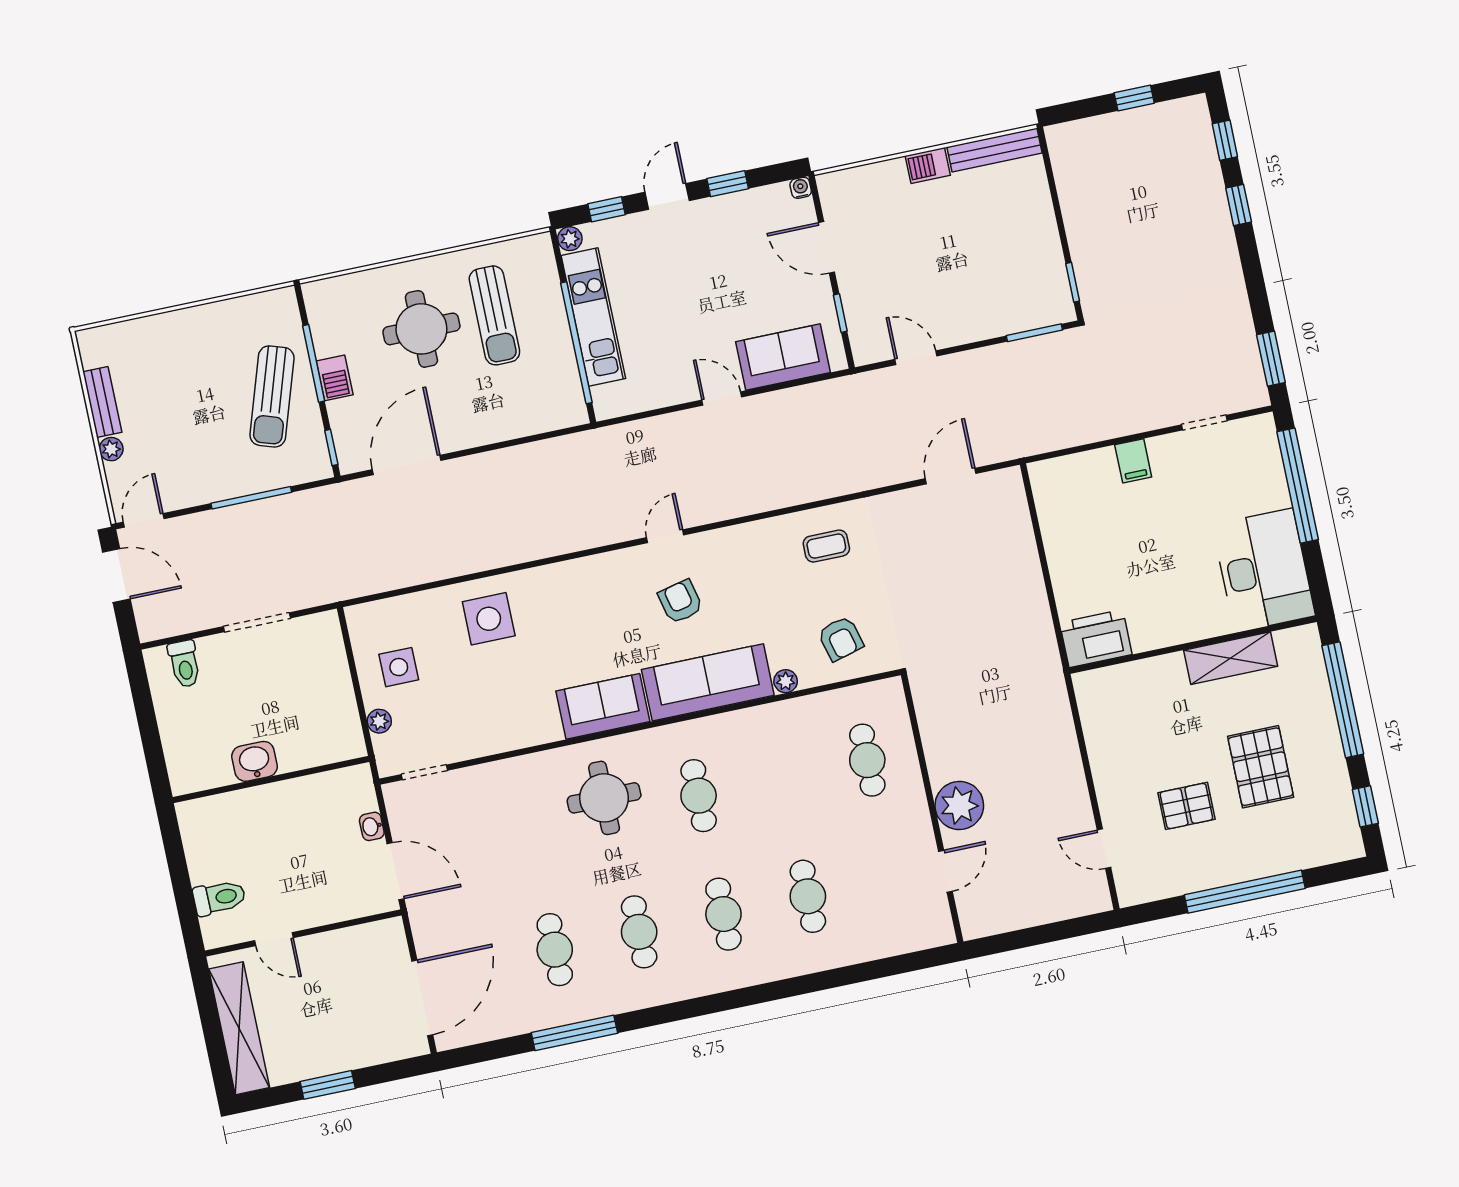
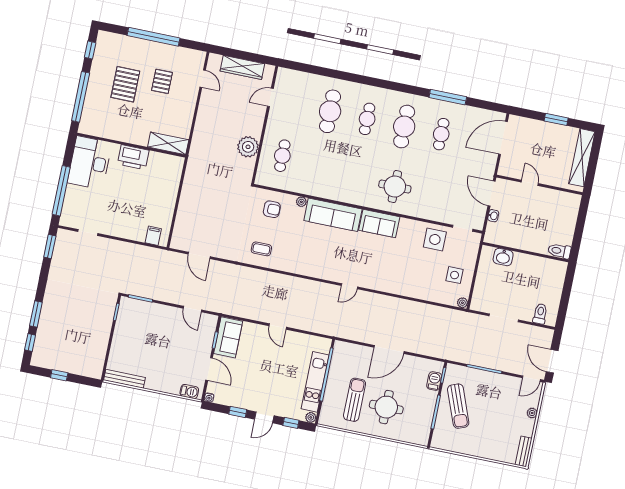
barbecue: (928, 166) -> (189, 391), moved
window: (1239, 205) -> (36, 314), width x1.50
sofa: (783, 357) -> (228, 337), moved, turned -90
barbecue: (335, 378) -> (434, 381), moved
sun lounger: (272, 396) -> (458, 406), turned 141
bench: (102, 402) -> (524, 451), moved
filing cabinet: (1133, 461) -> (153, 236), moved
door: (407, 465) -> (389, 349), moved
door: (951, 476) -> (199, 255), hinge flipped
door: (665, 536) -> (349, 286), moved
armchair: (680, 602) -> (330, 252), removed
side table: (489, 619) -> (435, 239), moved
armchair: (841, 639) -> (272, 209), turned 105
printer: (1096, 639) -> (133, 157), moved
shelving: (1231, 658) -> (168, 143), moved
plant: (379, 721) -> (462, 303), moved
washbasin: (255, 761) -> (503, 257), moved
cafe table: (699, 796) -> (356, 171), removed
plant: (959, 805) -> (248, 147), moved
pallet: (1186, 806) -> (162, 81), turned 90
cafe table: (808, 896) -> (330, 111), width x1.37, depth x1.35
toilet: (219, 898) -> (559, 251), moved
wardrobe: (1031, 908) -> (242, 67), added
cafe table: (639, 932) -> (404, 127), width x1.37, depth x1.35
door: (274, 939) -> (530, 183), moved

